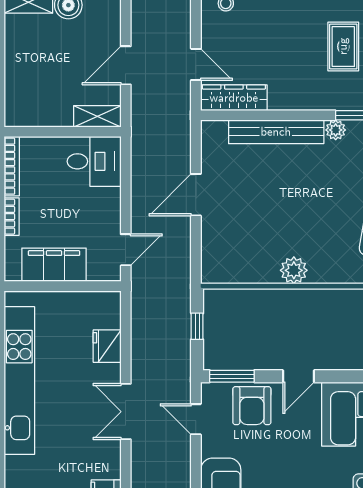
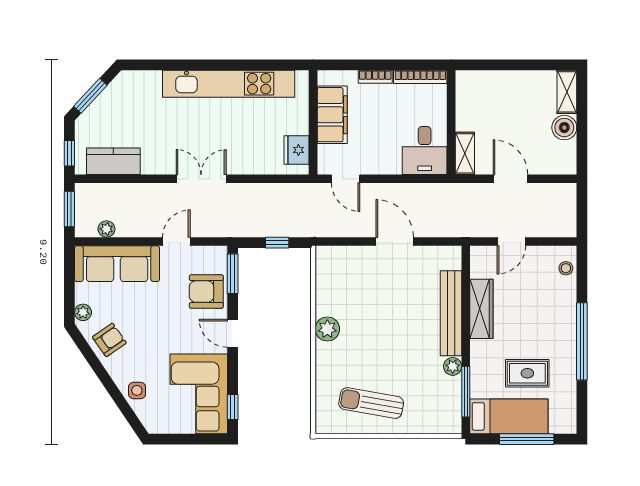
wardrobe: (234, 98) -> (481, 309), moved
fridge: (107, 346) -> (296, 150), moved, turned -90
door: (196, 419) -> (176, 242), moved

